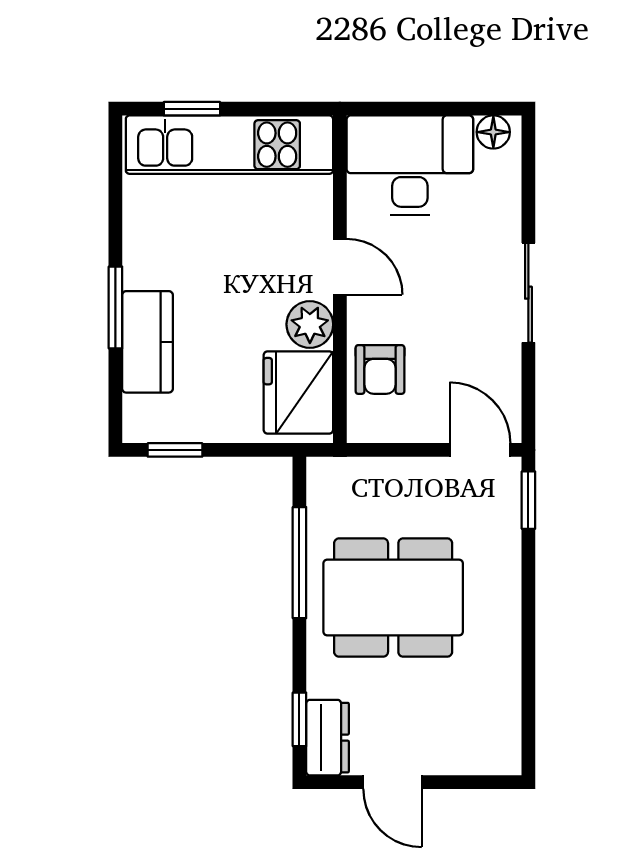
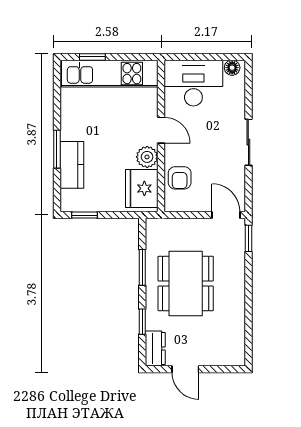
window: (299, 563) -> (142, 267), width x0.69
dining table: (393, 598) -> (186, 284), turned 90
window: (299, 719) -> (142, 322), moved

